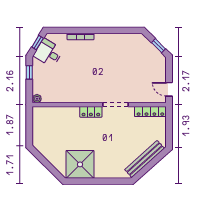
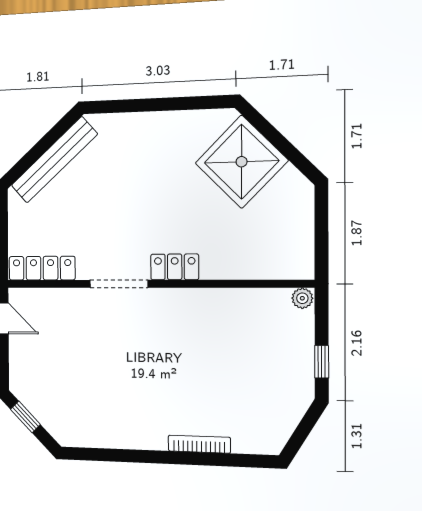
window: (38, 43) -> (301, 433), removed
desk: (48, 53) -> (275, 408), removed
shower: (80, 164) -> (242, 162), moved, turned 45

